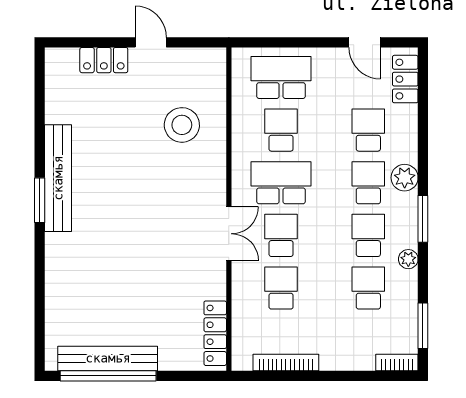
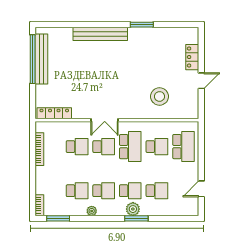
locker: (405, 79) -> (183, 209), removed
bench: (58, 178) -> (100, 34), moved
window: (40, 200) -> (142, 25), moved
window: (423, 219) -> (136, 218), moved

